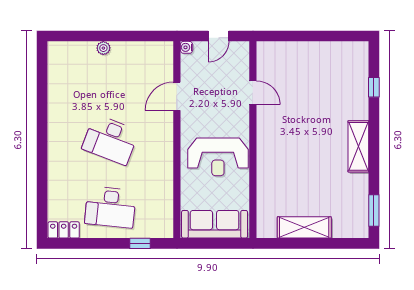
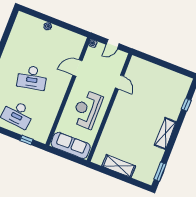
desk: (110, 140) -> (32, 77), turned -33
reception desk: (218, 157) -> (87, 109), turned 90

